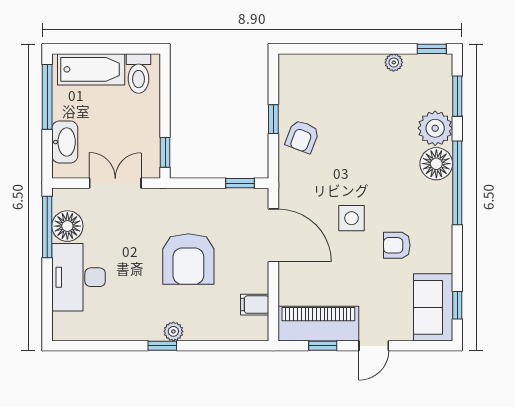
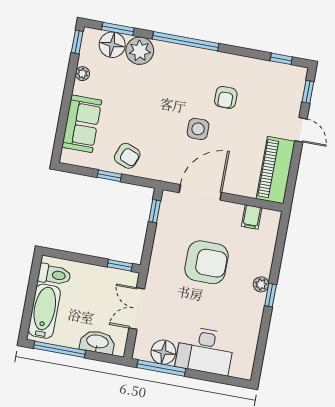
floor lamp: (436, 164) -> (112, 45), moved
sofa: (433, 307) -> (82, 124), moved, turned -90
window: (323, 346) -> (308, 92), moved

